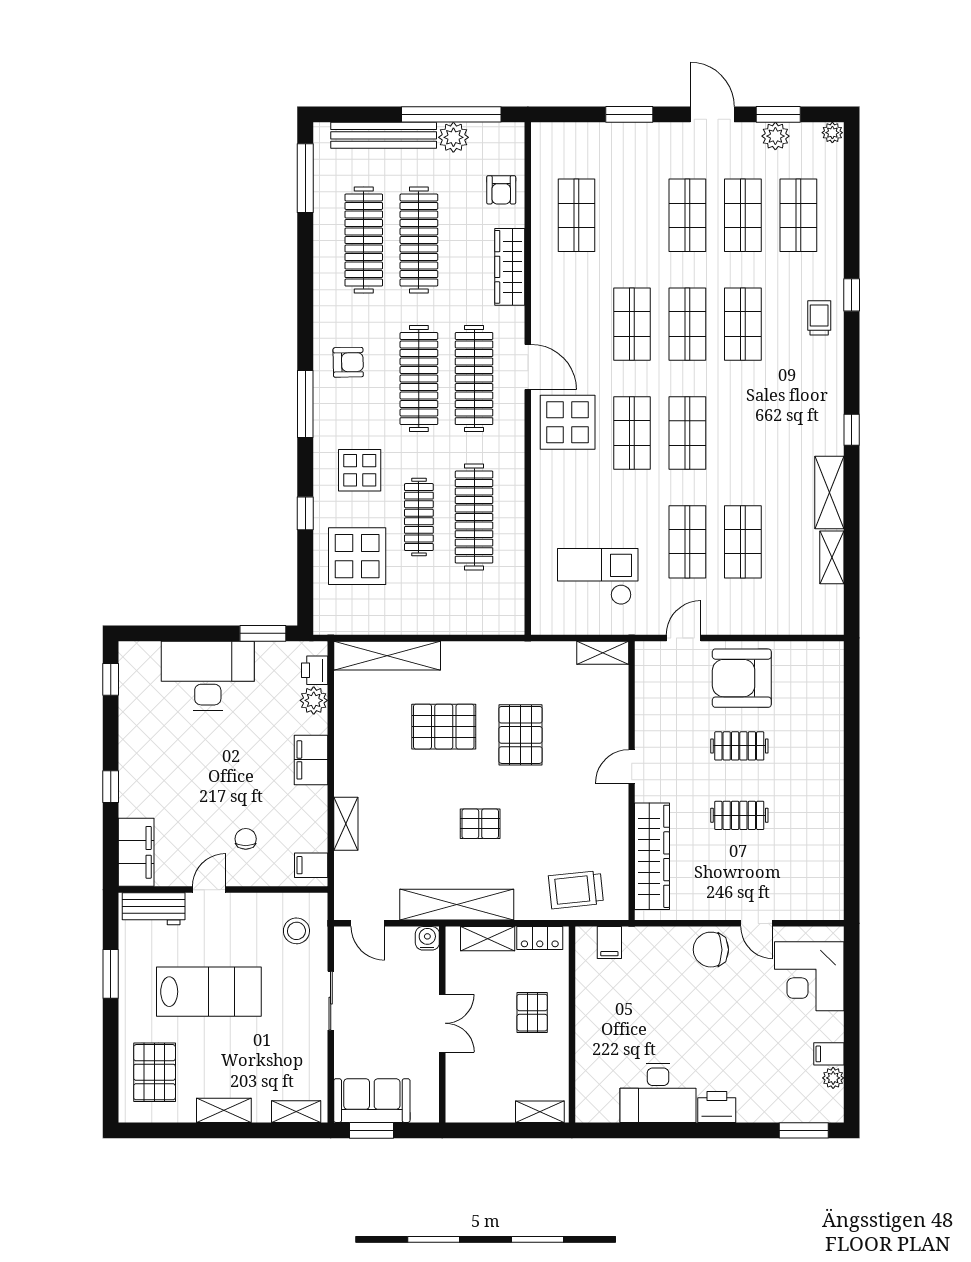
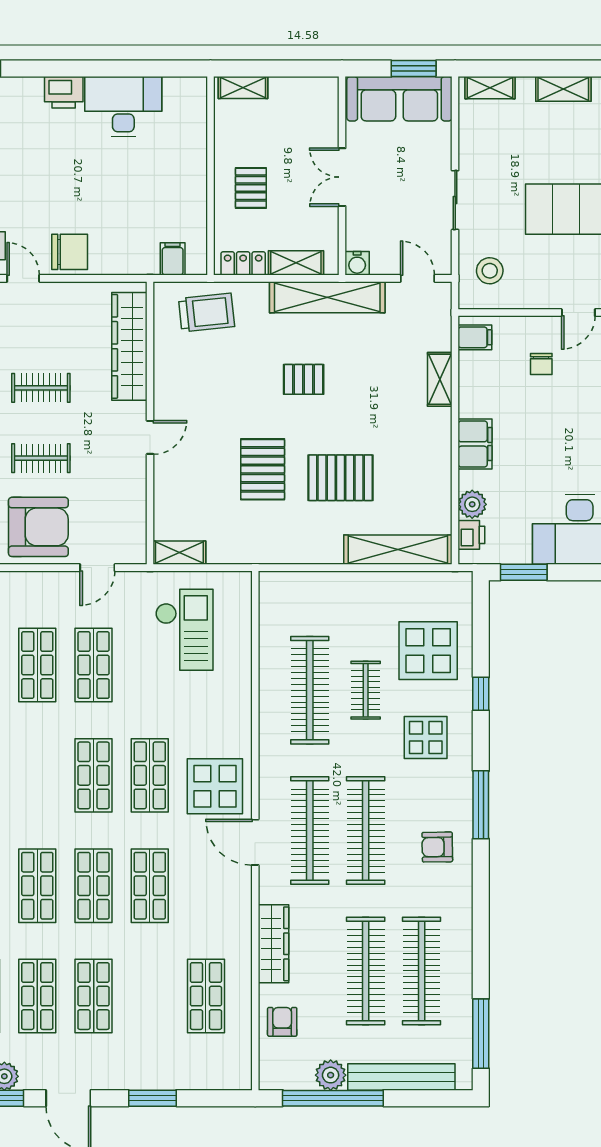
clothes rail: (419, 517) -> (366, 690), width x0.73
checkout: (598, 577) -> (184, 630), turned -90
sofa: (372, 1101) -> (399, 99), width x1.36

